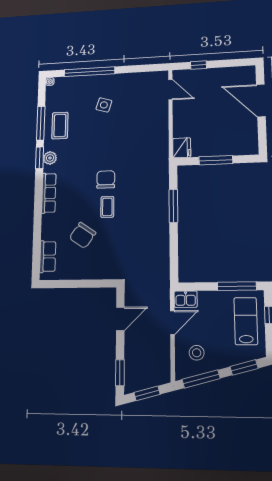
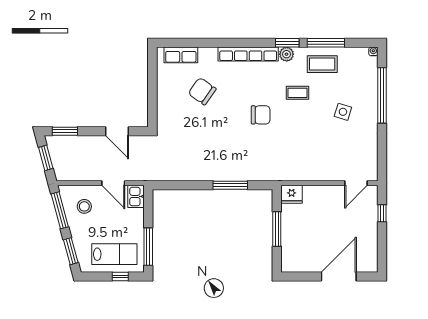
row of seats: (49, 193) -> (248, 54), width x1.36
coffee table: (107, 207) -> (297, 93), moved

